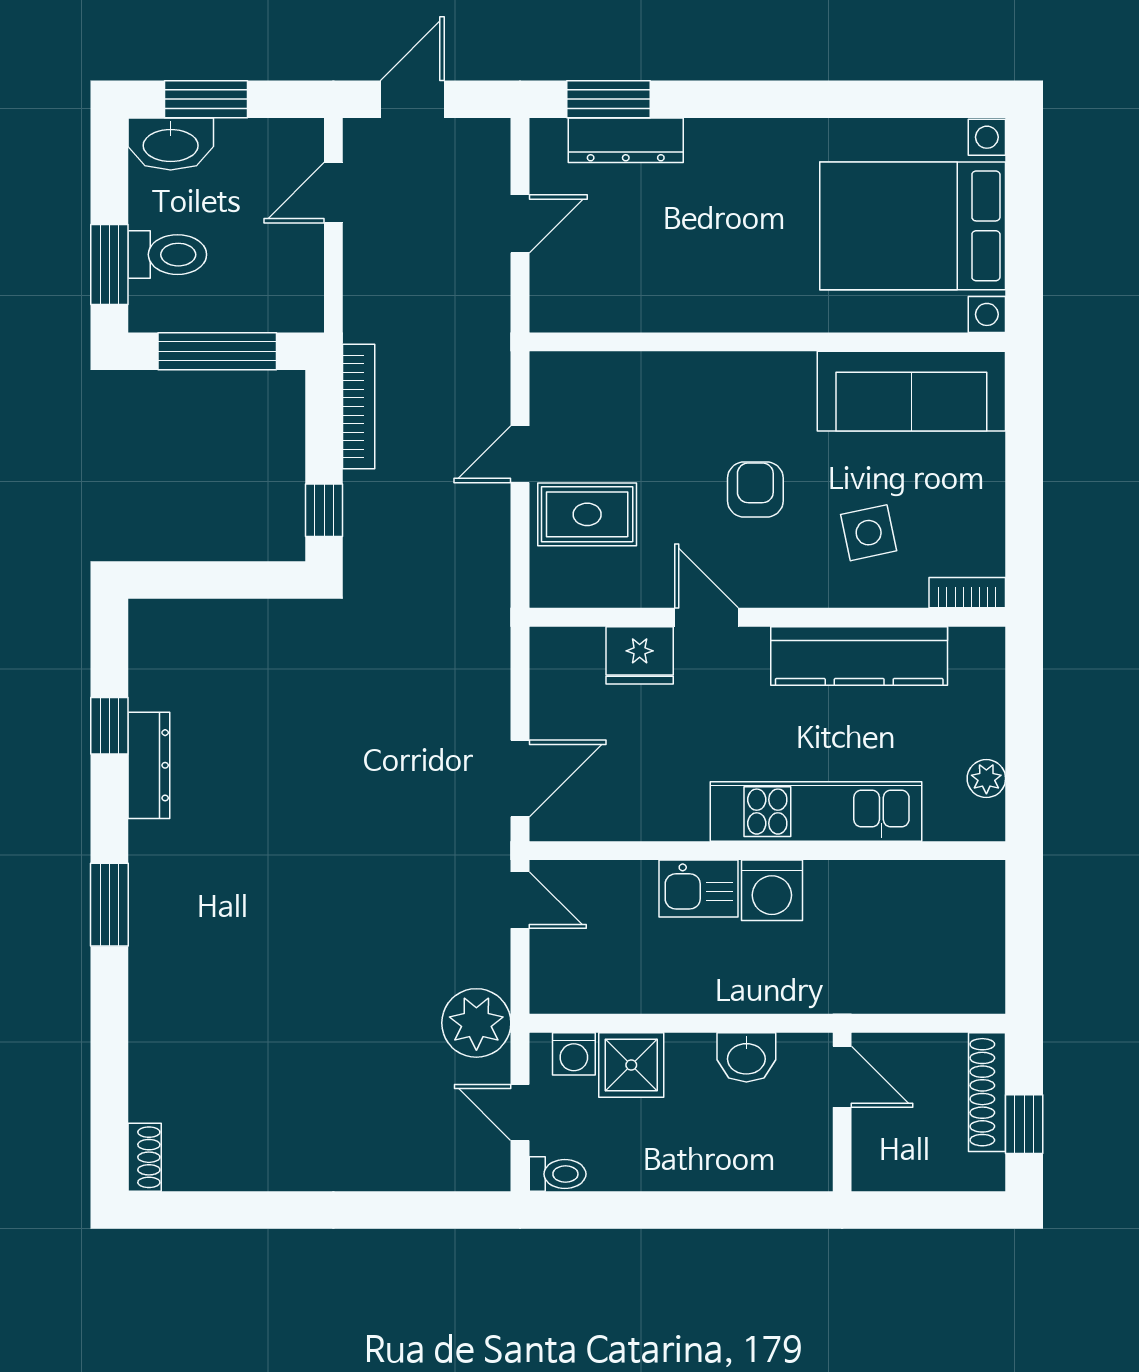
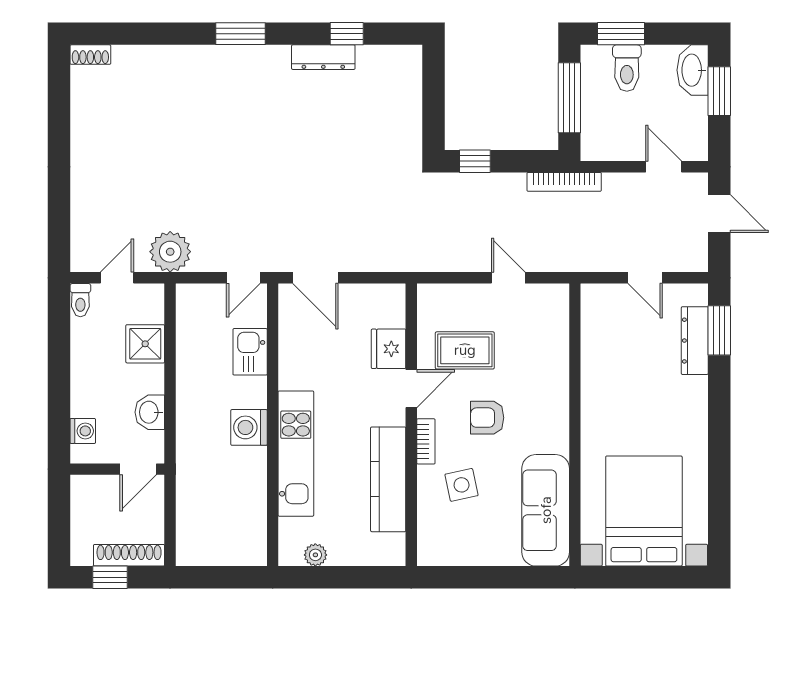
bookcase: (359, 407) -> (564, 182), moved
armchair: (755, 490) -> (487, 418), turned 180
rug: (587, 514) -> (465, 350), moved, turned 90
bookcase: (967, 593) -> (426, 441), moved
kitchen sink: (698, 889) -> (250, 352), moved
washing machine: (574, 1054) -> (83, 431), moved, turned 180

